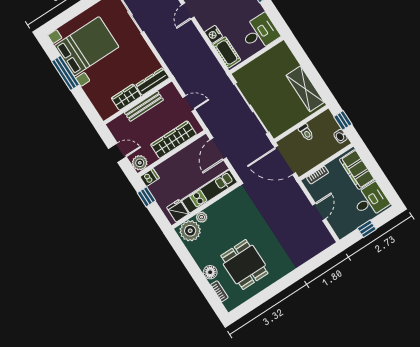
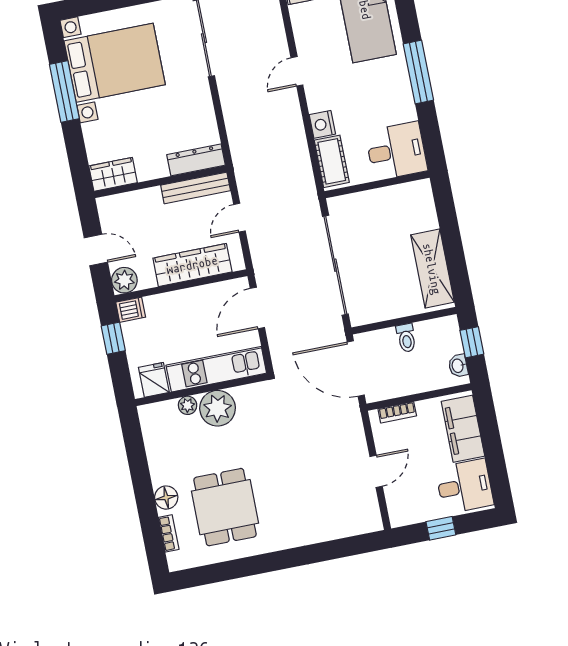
wardrobe: (126, 97) -> (113, 174), moved
door: (189, 103) -> (239, 218), swing flipped
bench: (144, 106) -> (196, 188), moved
plant: (190, 231) -> (218, 408), moved

